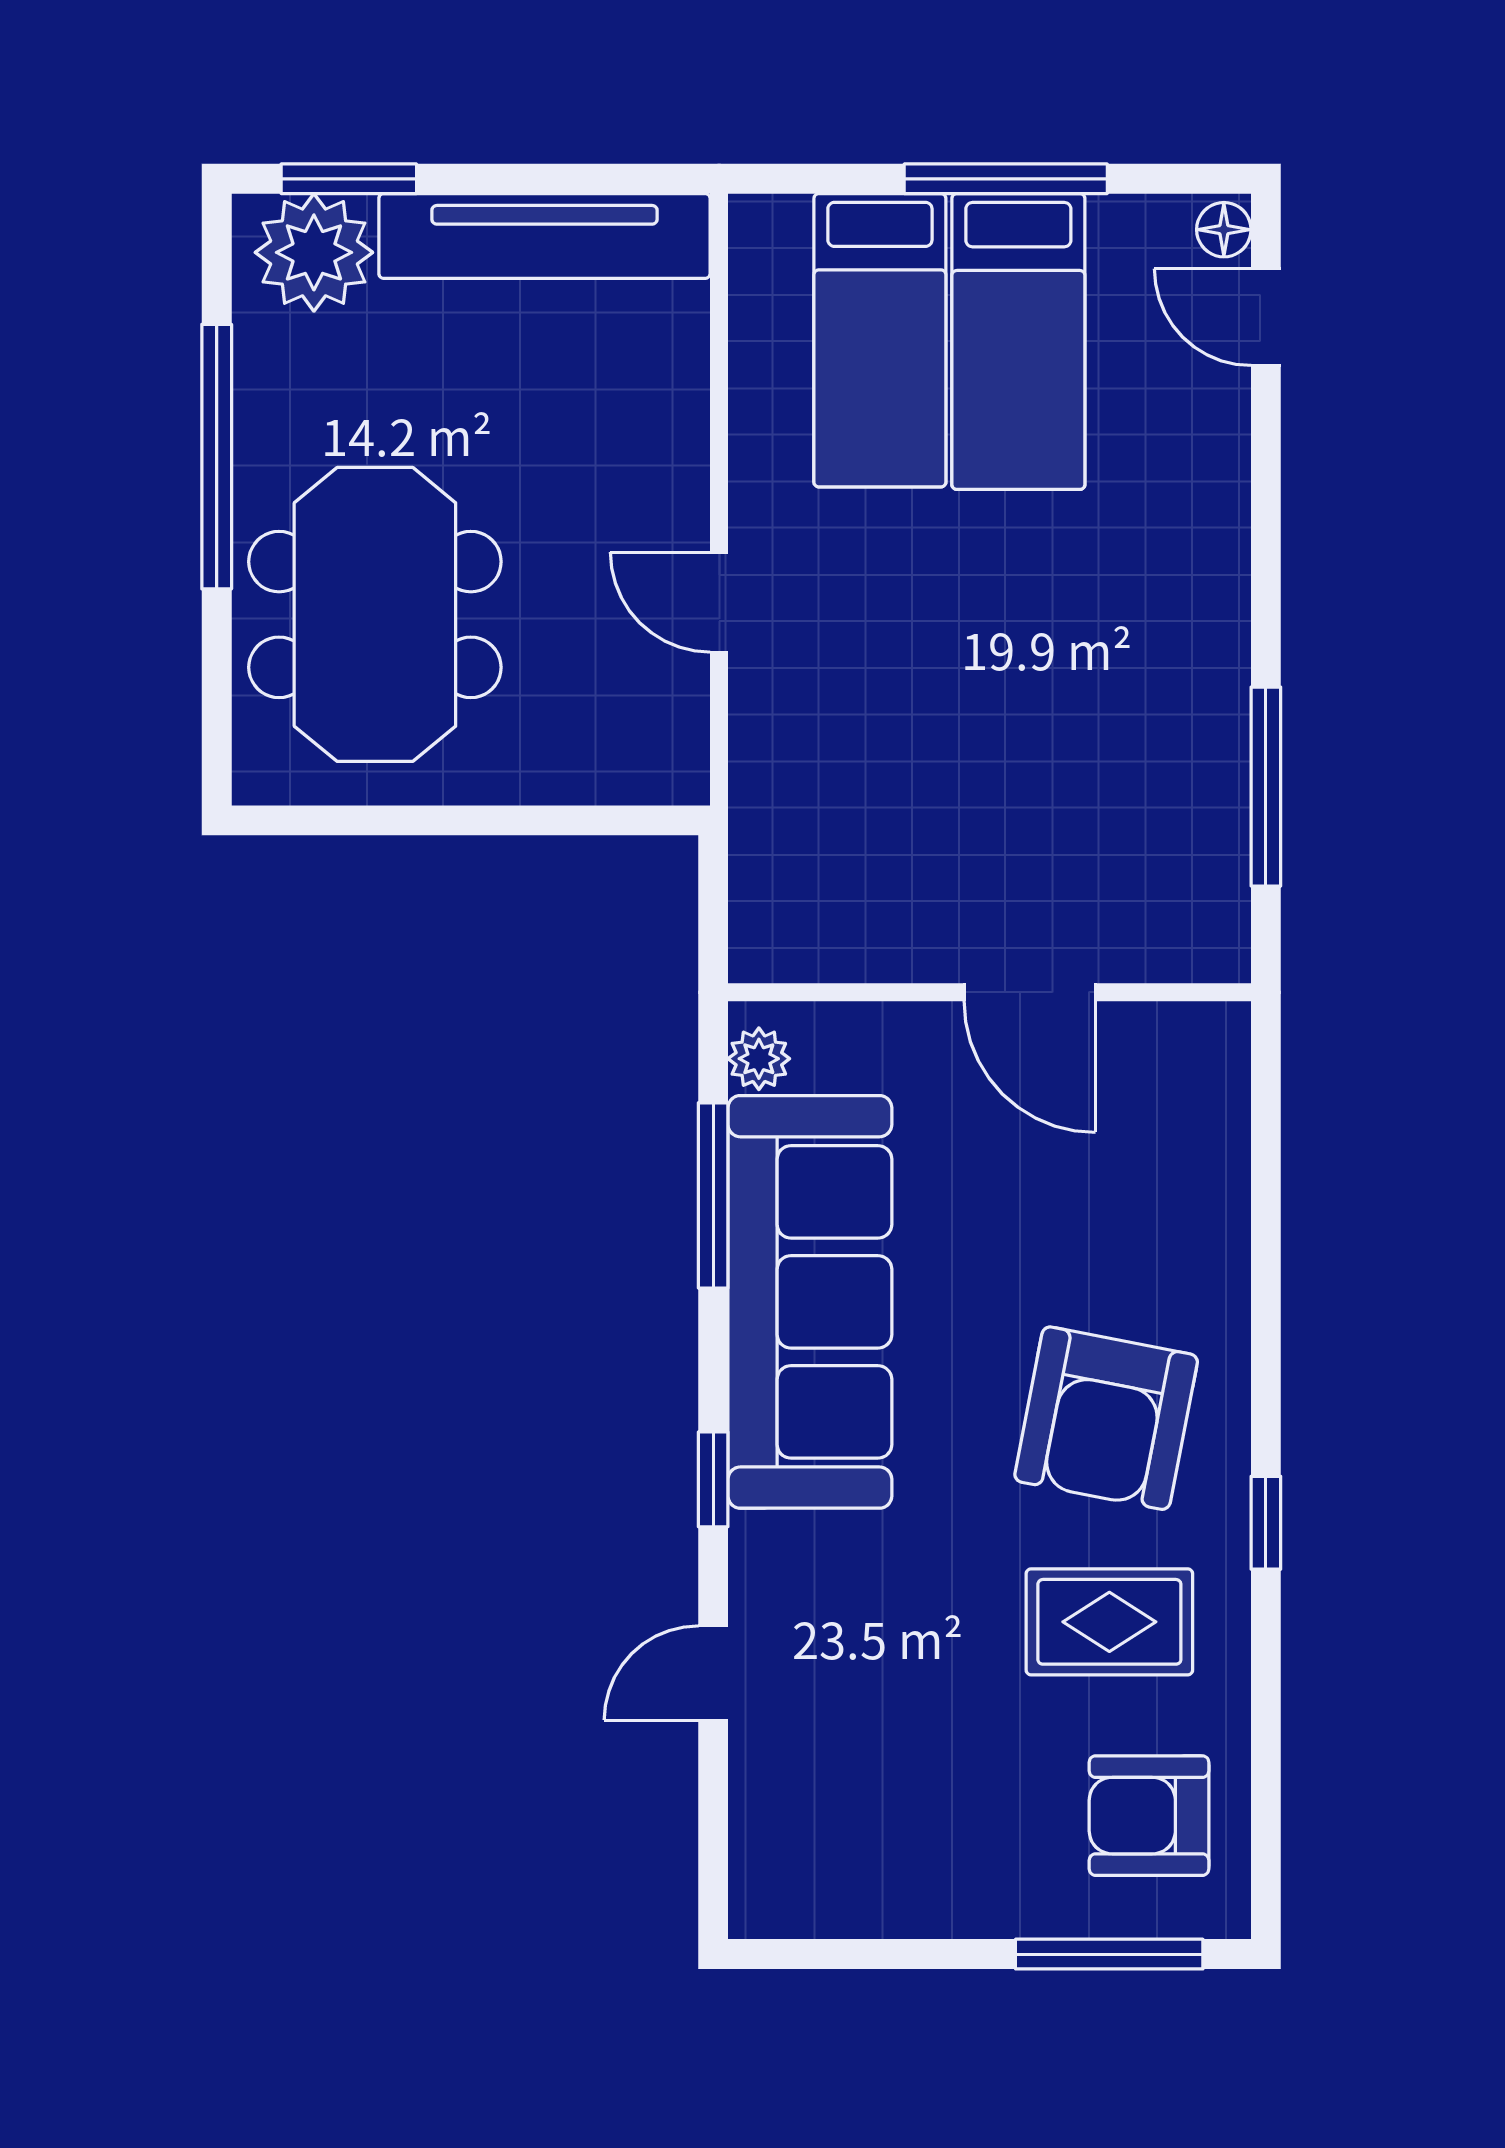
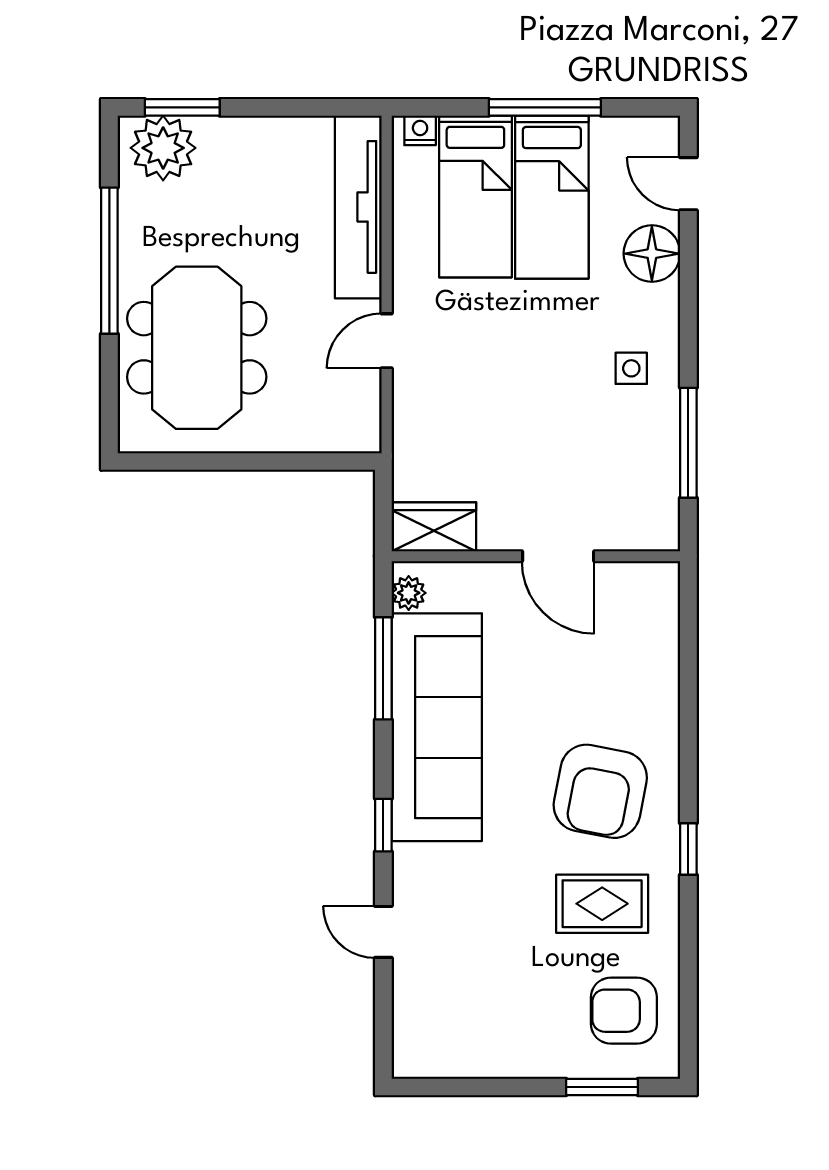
nightstand: (780, 220) -> (420, 130), added
floor lamp: (1224, 230) -> (652, 254), moved, width x1.89, depth x1.89
tv unit: (544, 236) -> (358, 207), moved, turned 90
door: (719, 602) -> (387, 341), hinge flipped
side table: (1162, 652) -> (631, 368), added
wardrobe: (805, 939) -> (434, 527), added
door: (713, 1673) -> (383, 932), hinge flipped
window: (1109, 1954) -> (602, 1087), width x0.69

